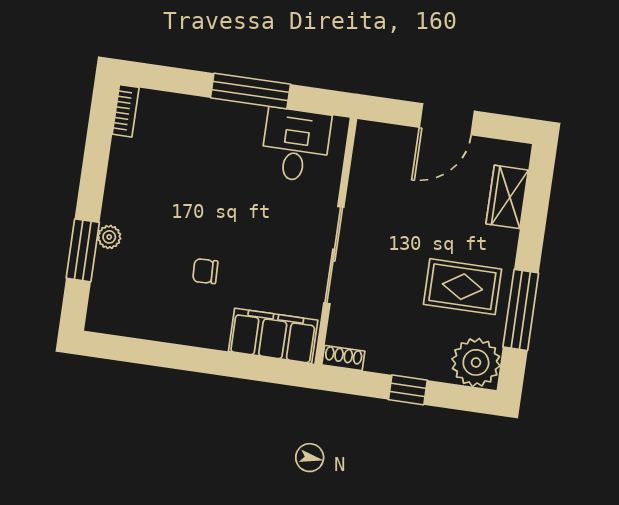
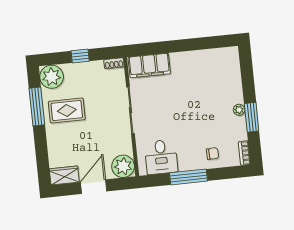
plant: (377, 146) -> (123, 166), added
wardrobe: (507, 197) -> (64, 175), moved, turned -90
plant: (109, 237) -> (239, 110), moved
window: (83, 250) -> (252, 117), moved
chair: (205, 271) -> (212, 154), moved

